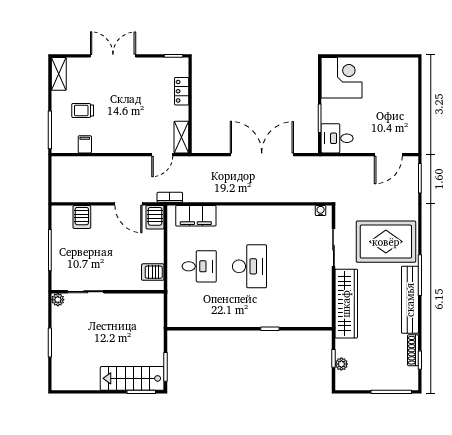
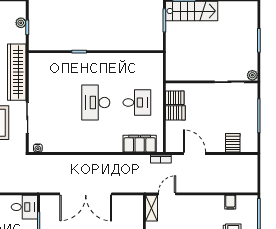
server rack: (155, 217) -> (175, 113), moved, turned 90
desk: (199, 266) -> (137, 103), turned 180

